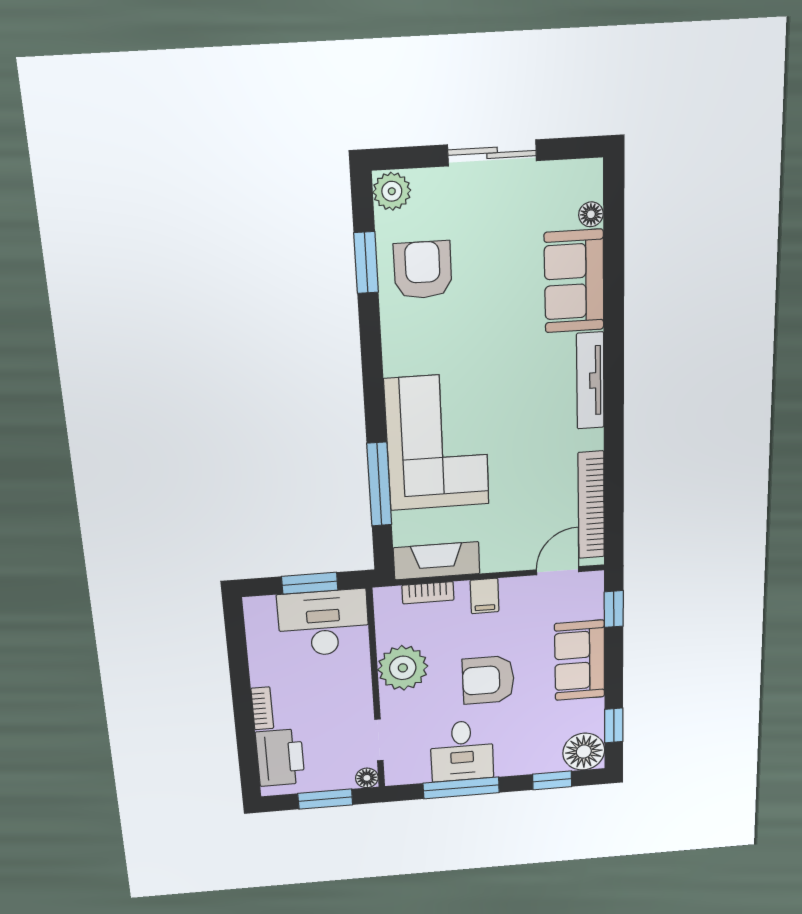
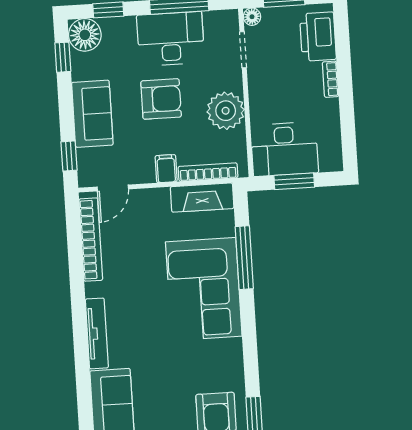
bookcase: (428, 593) -> (208, 172), width x1.56
desk: (462, 751) -> (171, 39), width x1.37

